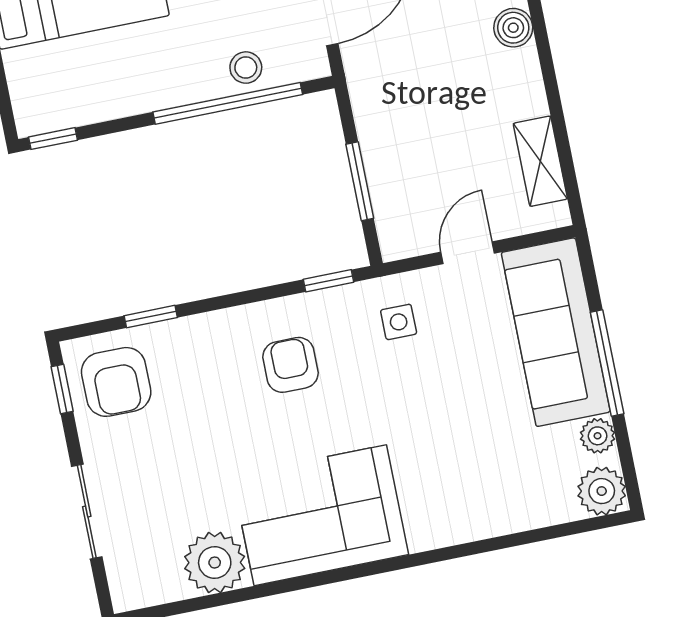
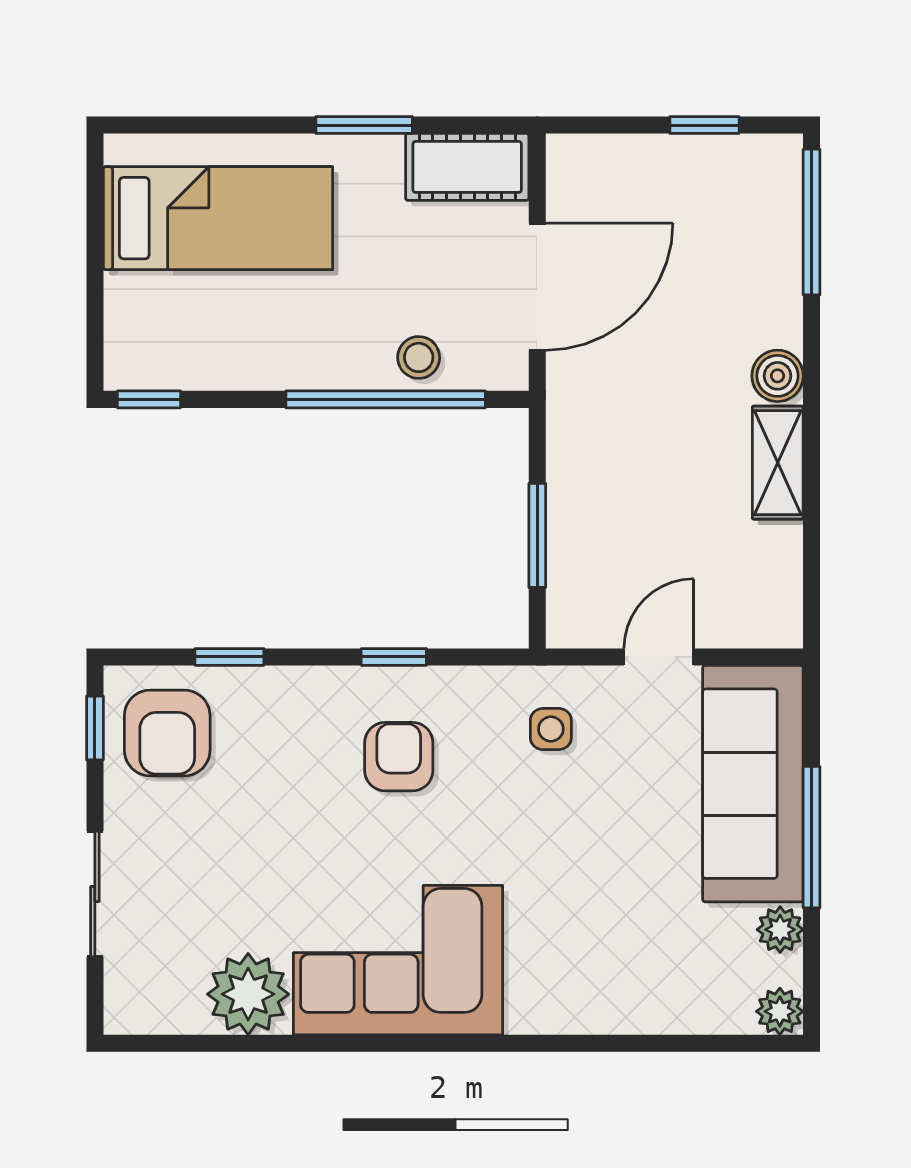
shelving: (540, 161) -> (778, 463), moved
window: (328, 281) -> (394, 657), moved
plant: (602, 491) -> (780, 1011), width x0.73, depth x0.73

